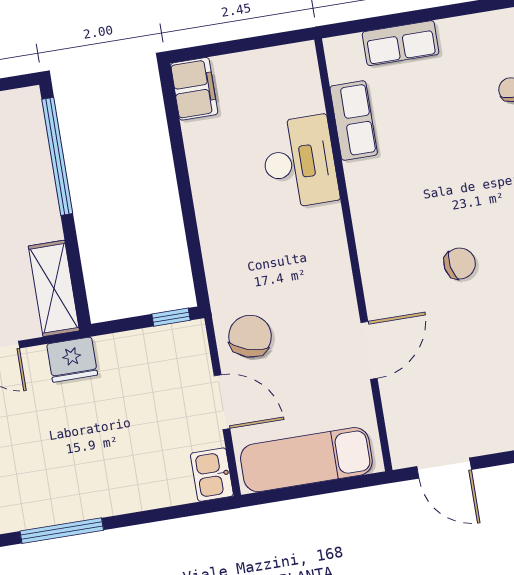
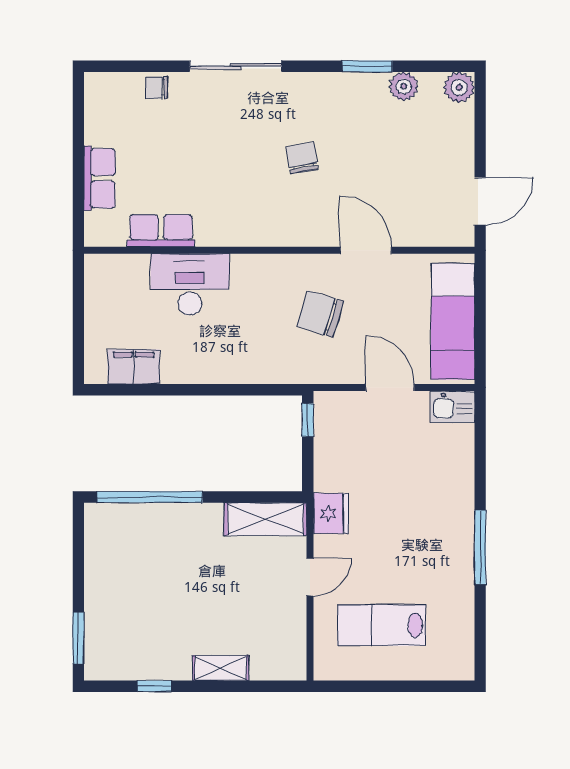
filing cabinet: (194, 89) -> (134, 367), moved
chair: (250, 336) -> (320, 314), moved
door: (222, 402) -> (390, 387), hinge flipped

